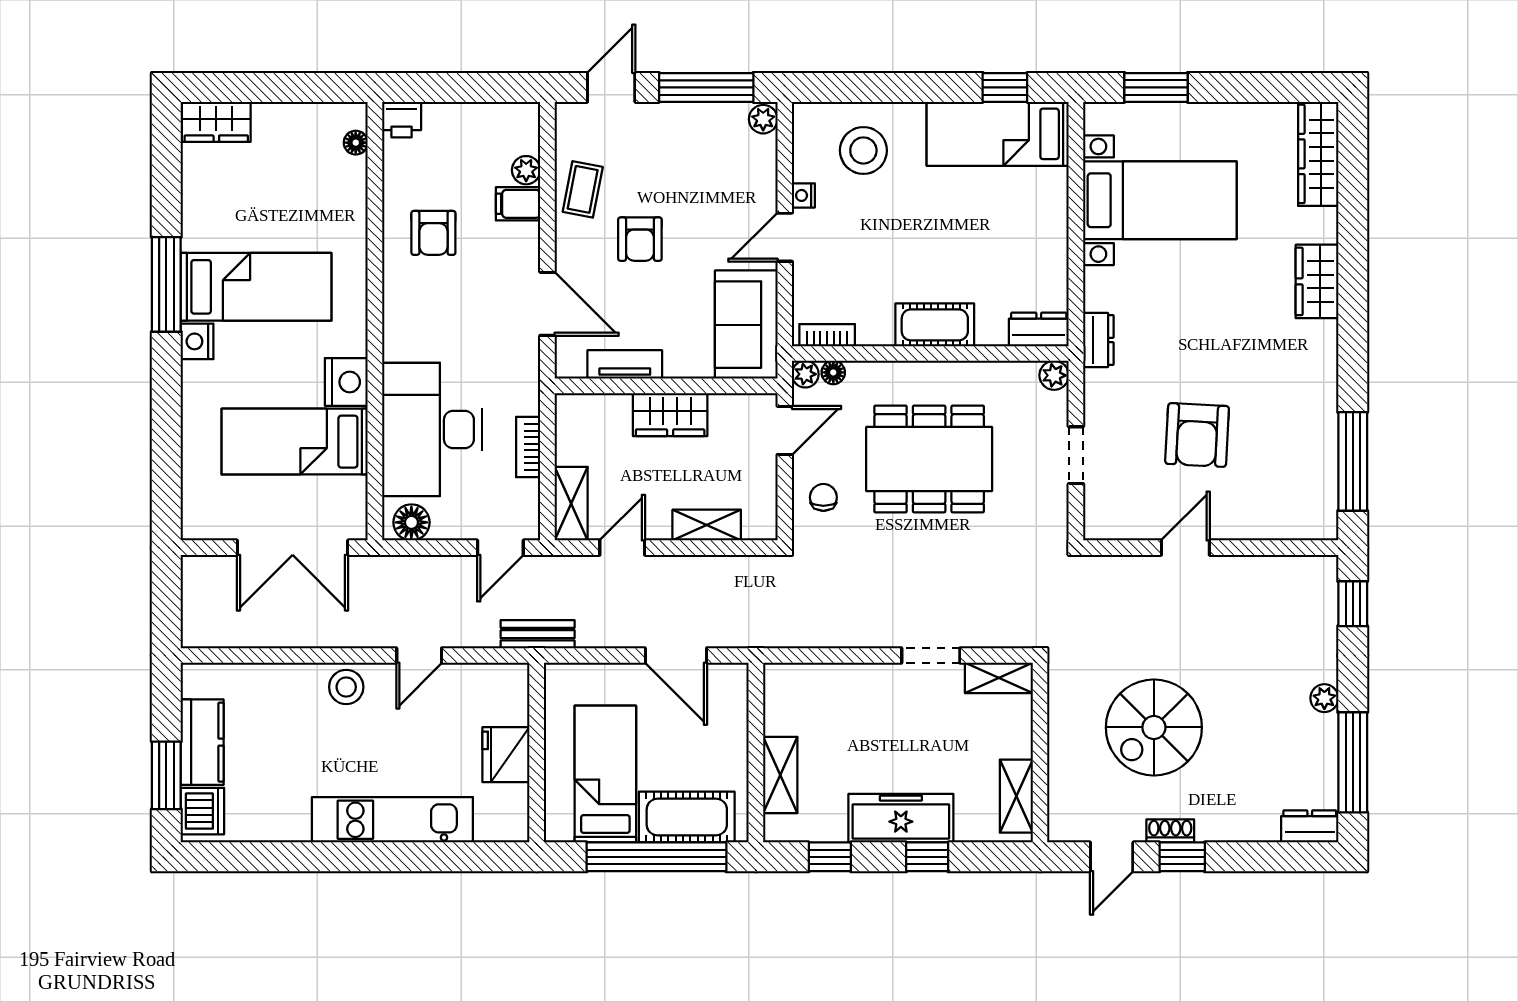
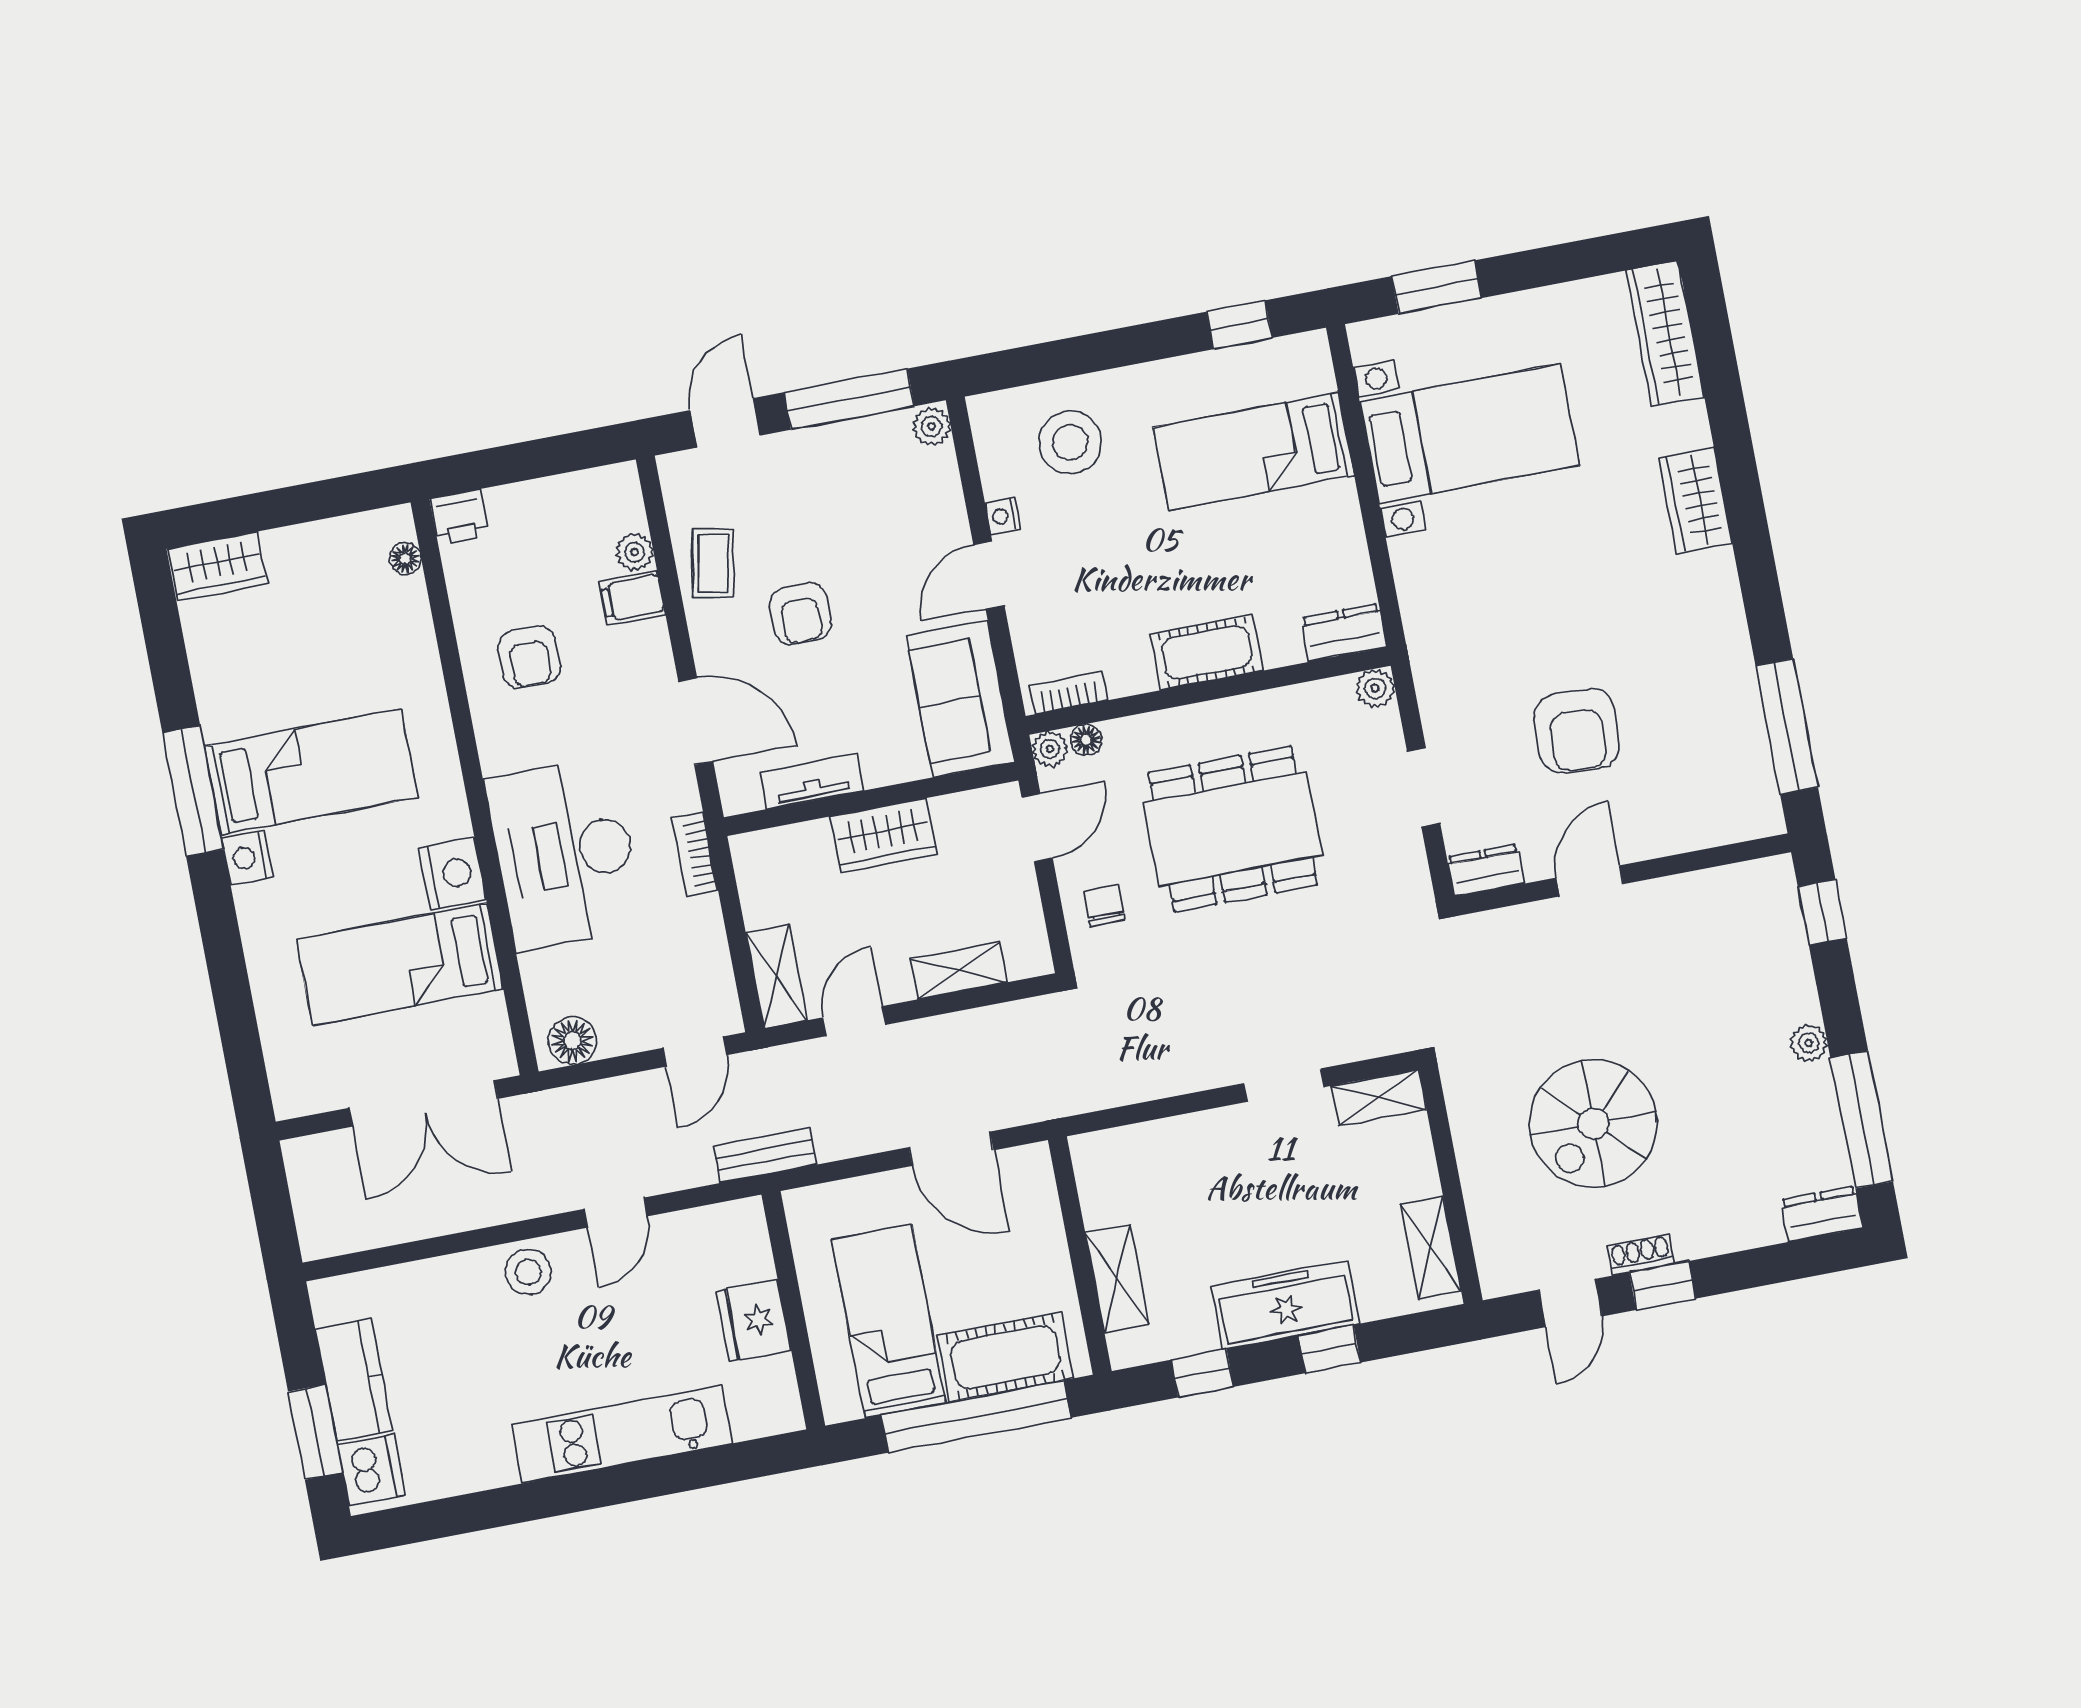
bed: (998, 134) -> (1254, 452), moved
dresser: (1098, 340) -> (1486, 870), moved, turned -90
desk: (432, 430) -> (565, 854), moved
bookcase: (528, 447) -> (695, 854), moved

